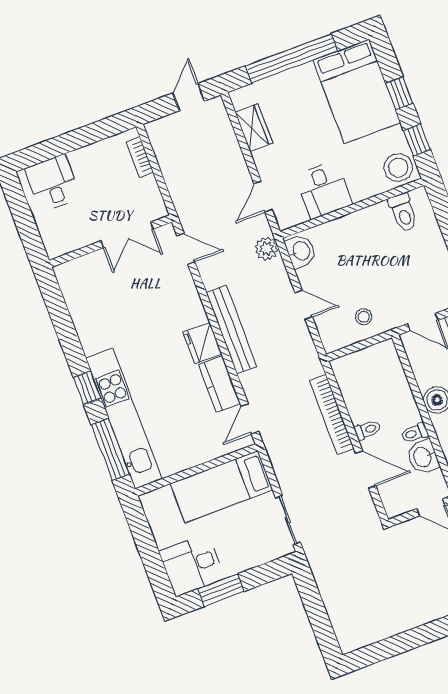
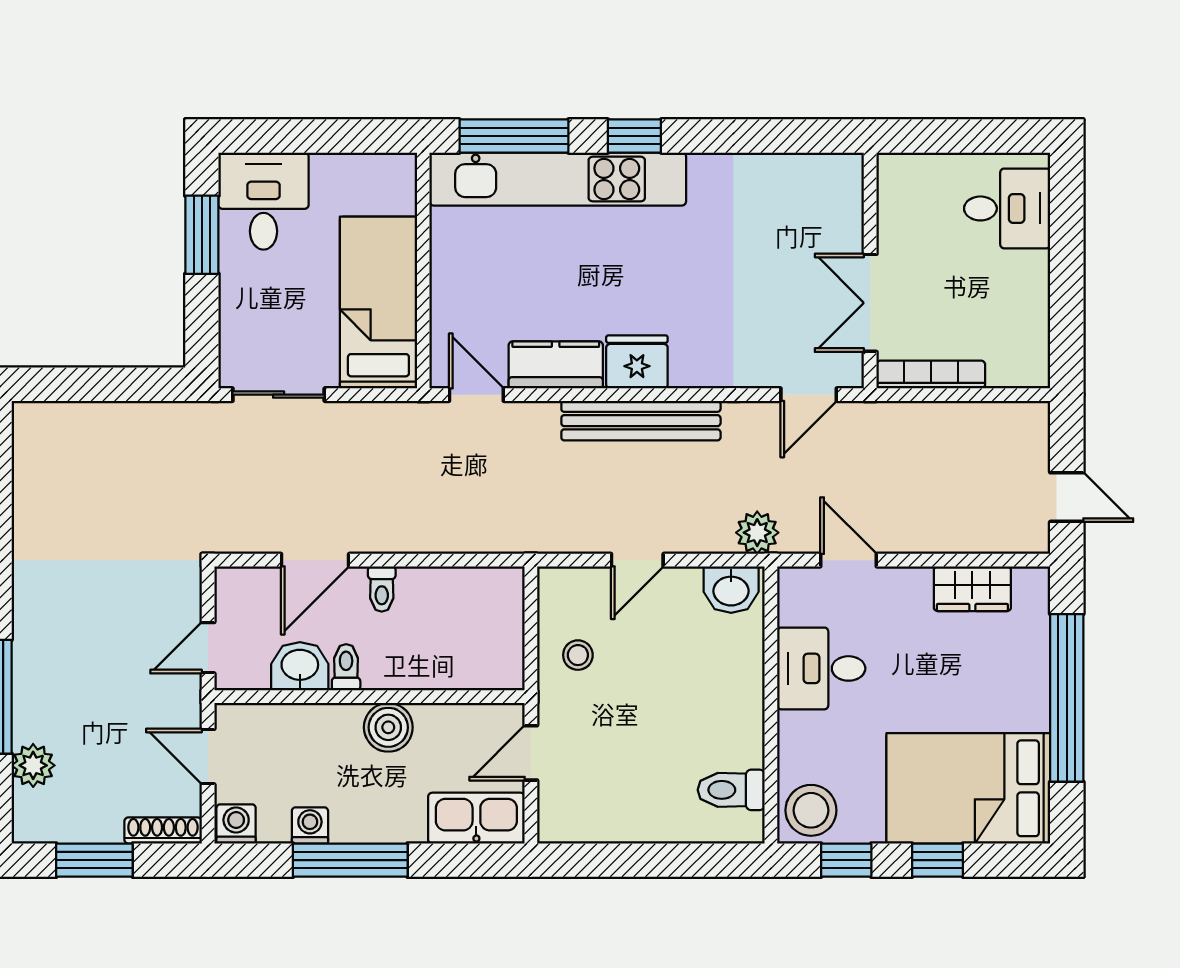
bookcase: (140, 157) -> (931, 374), moved, width x1.56
bookcase: (332, 414) -> (431, 537), removed

